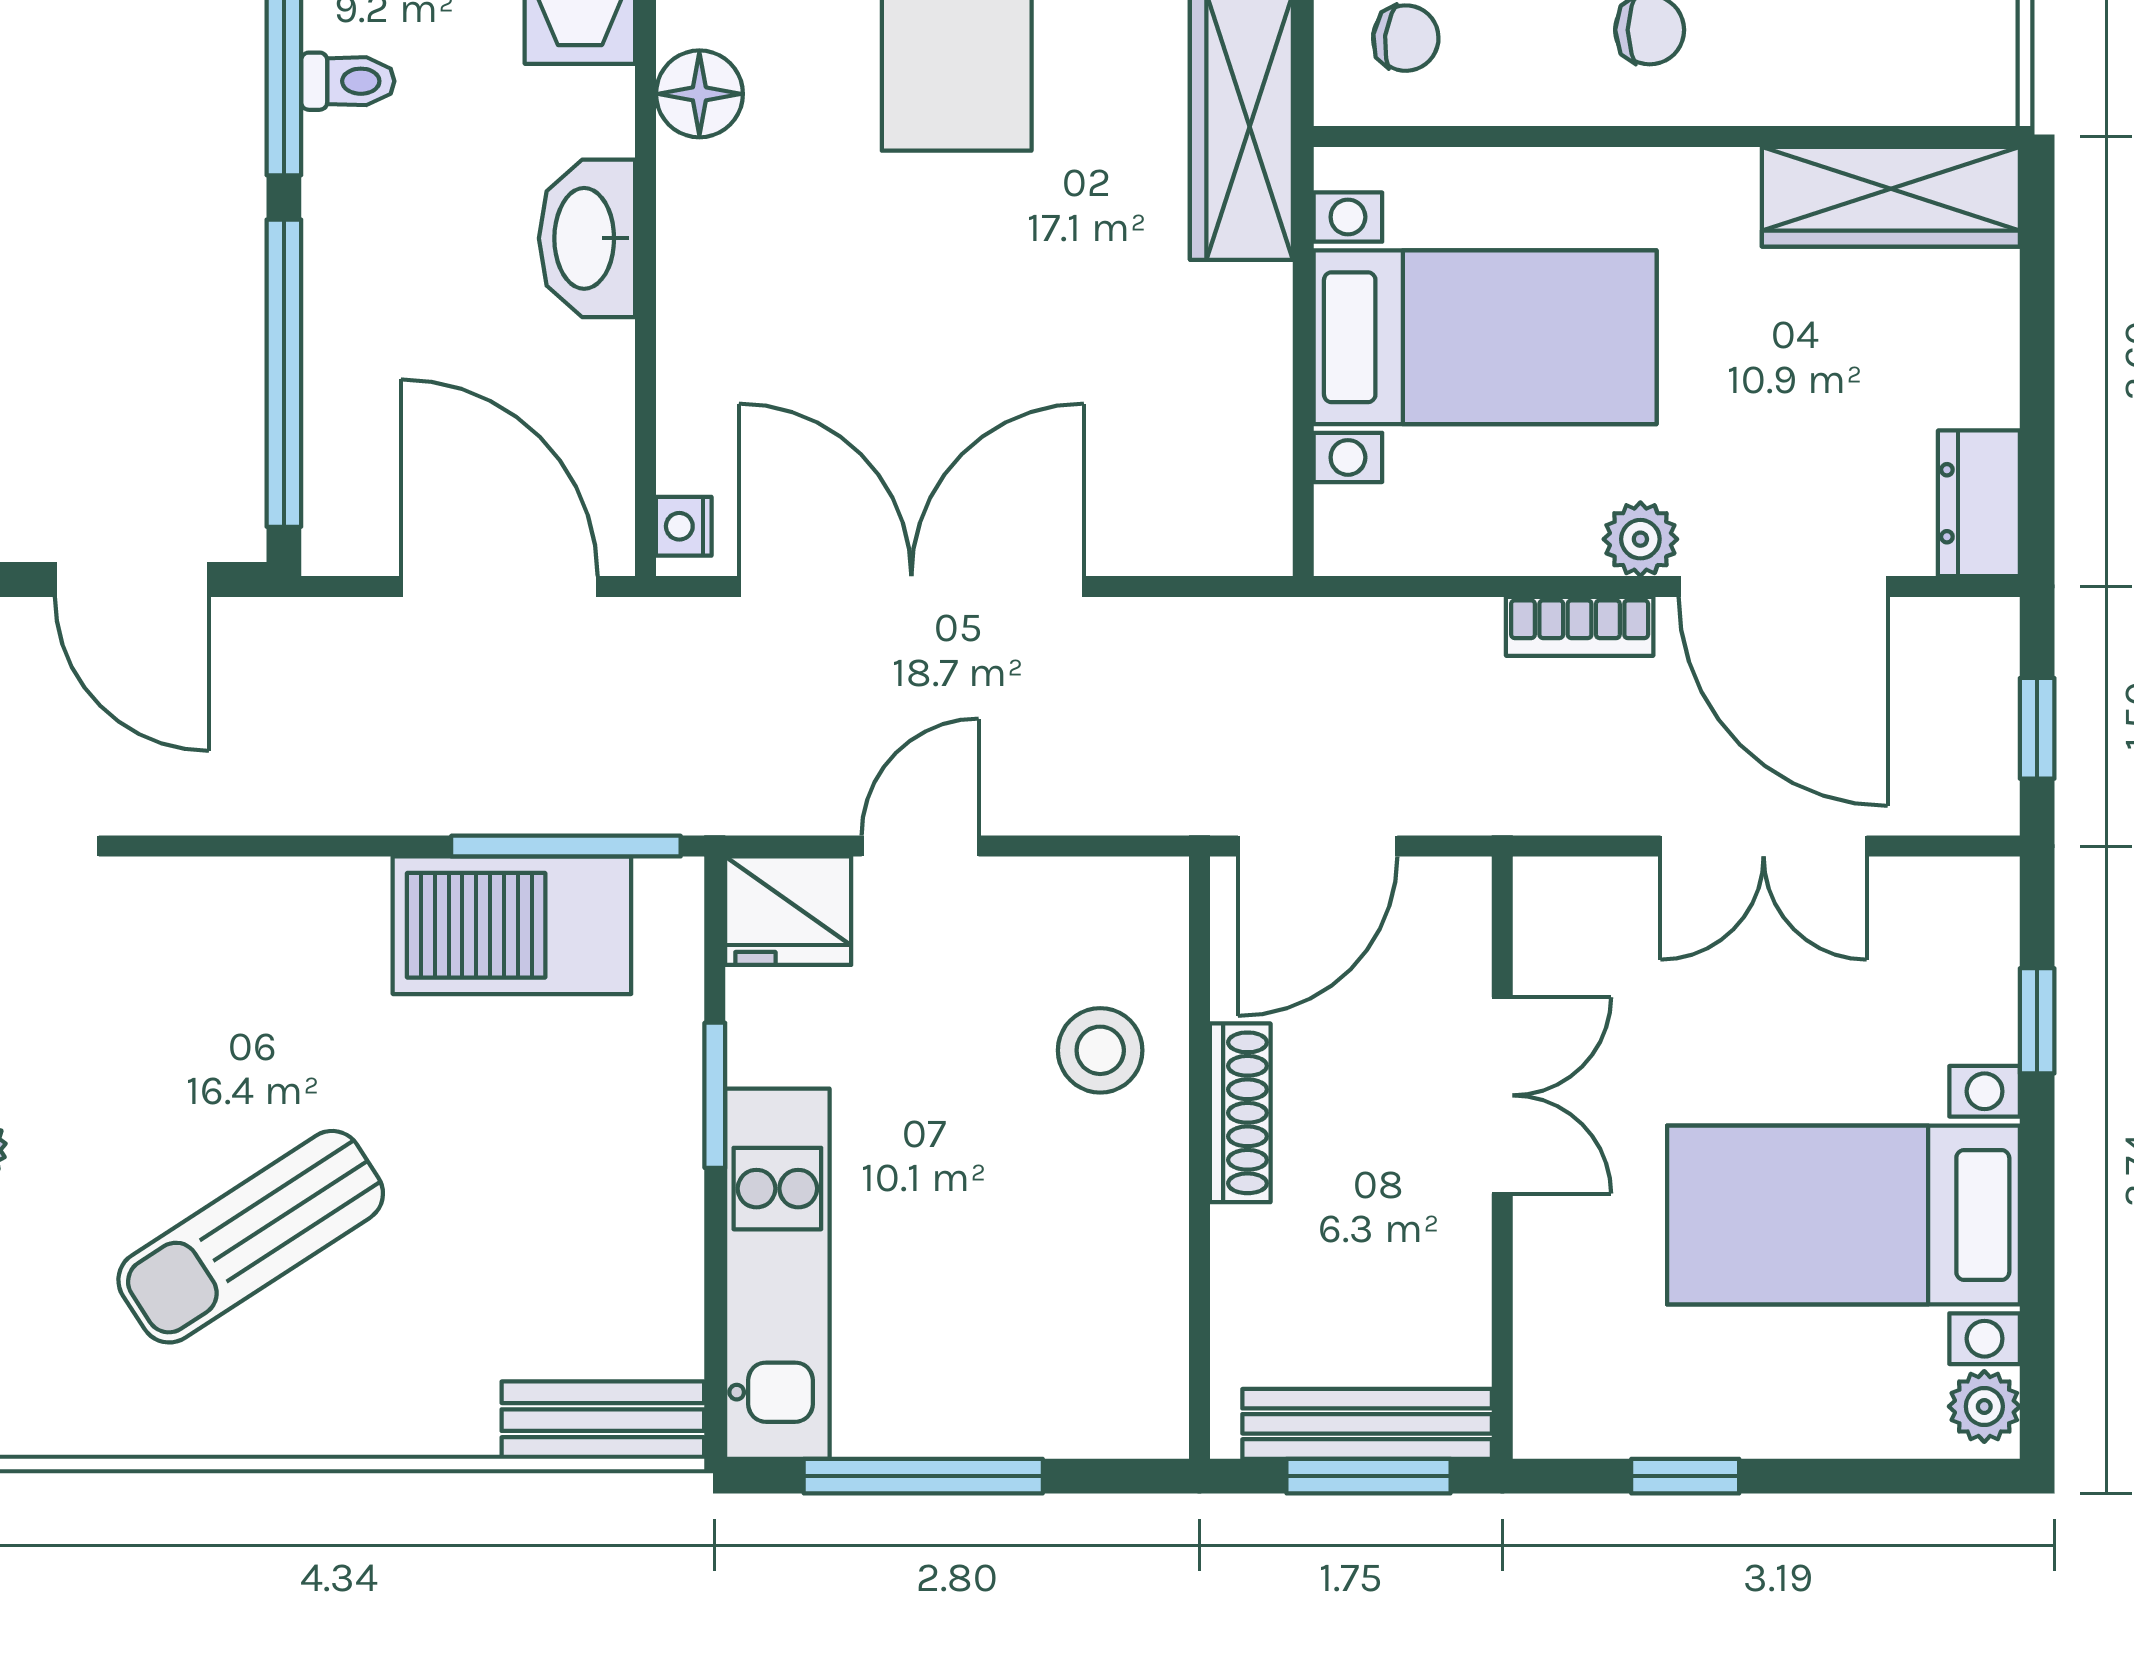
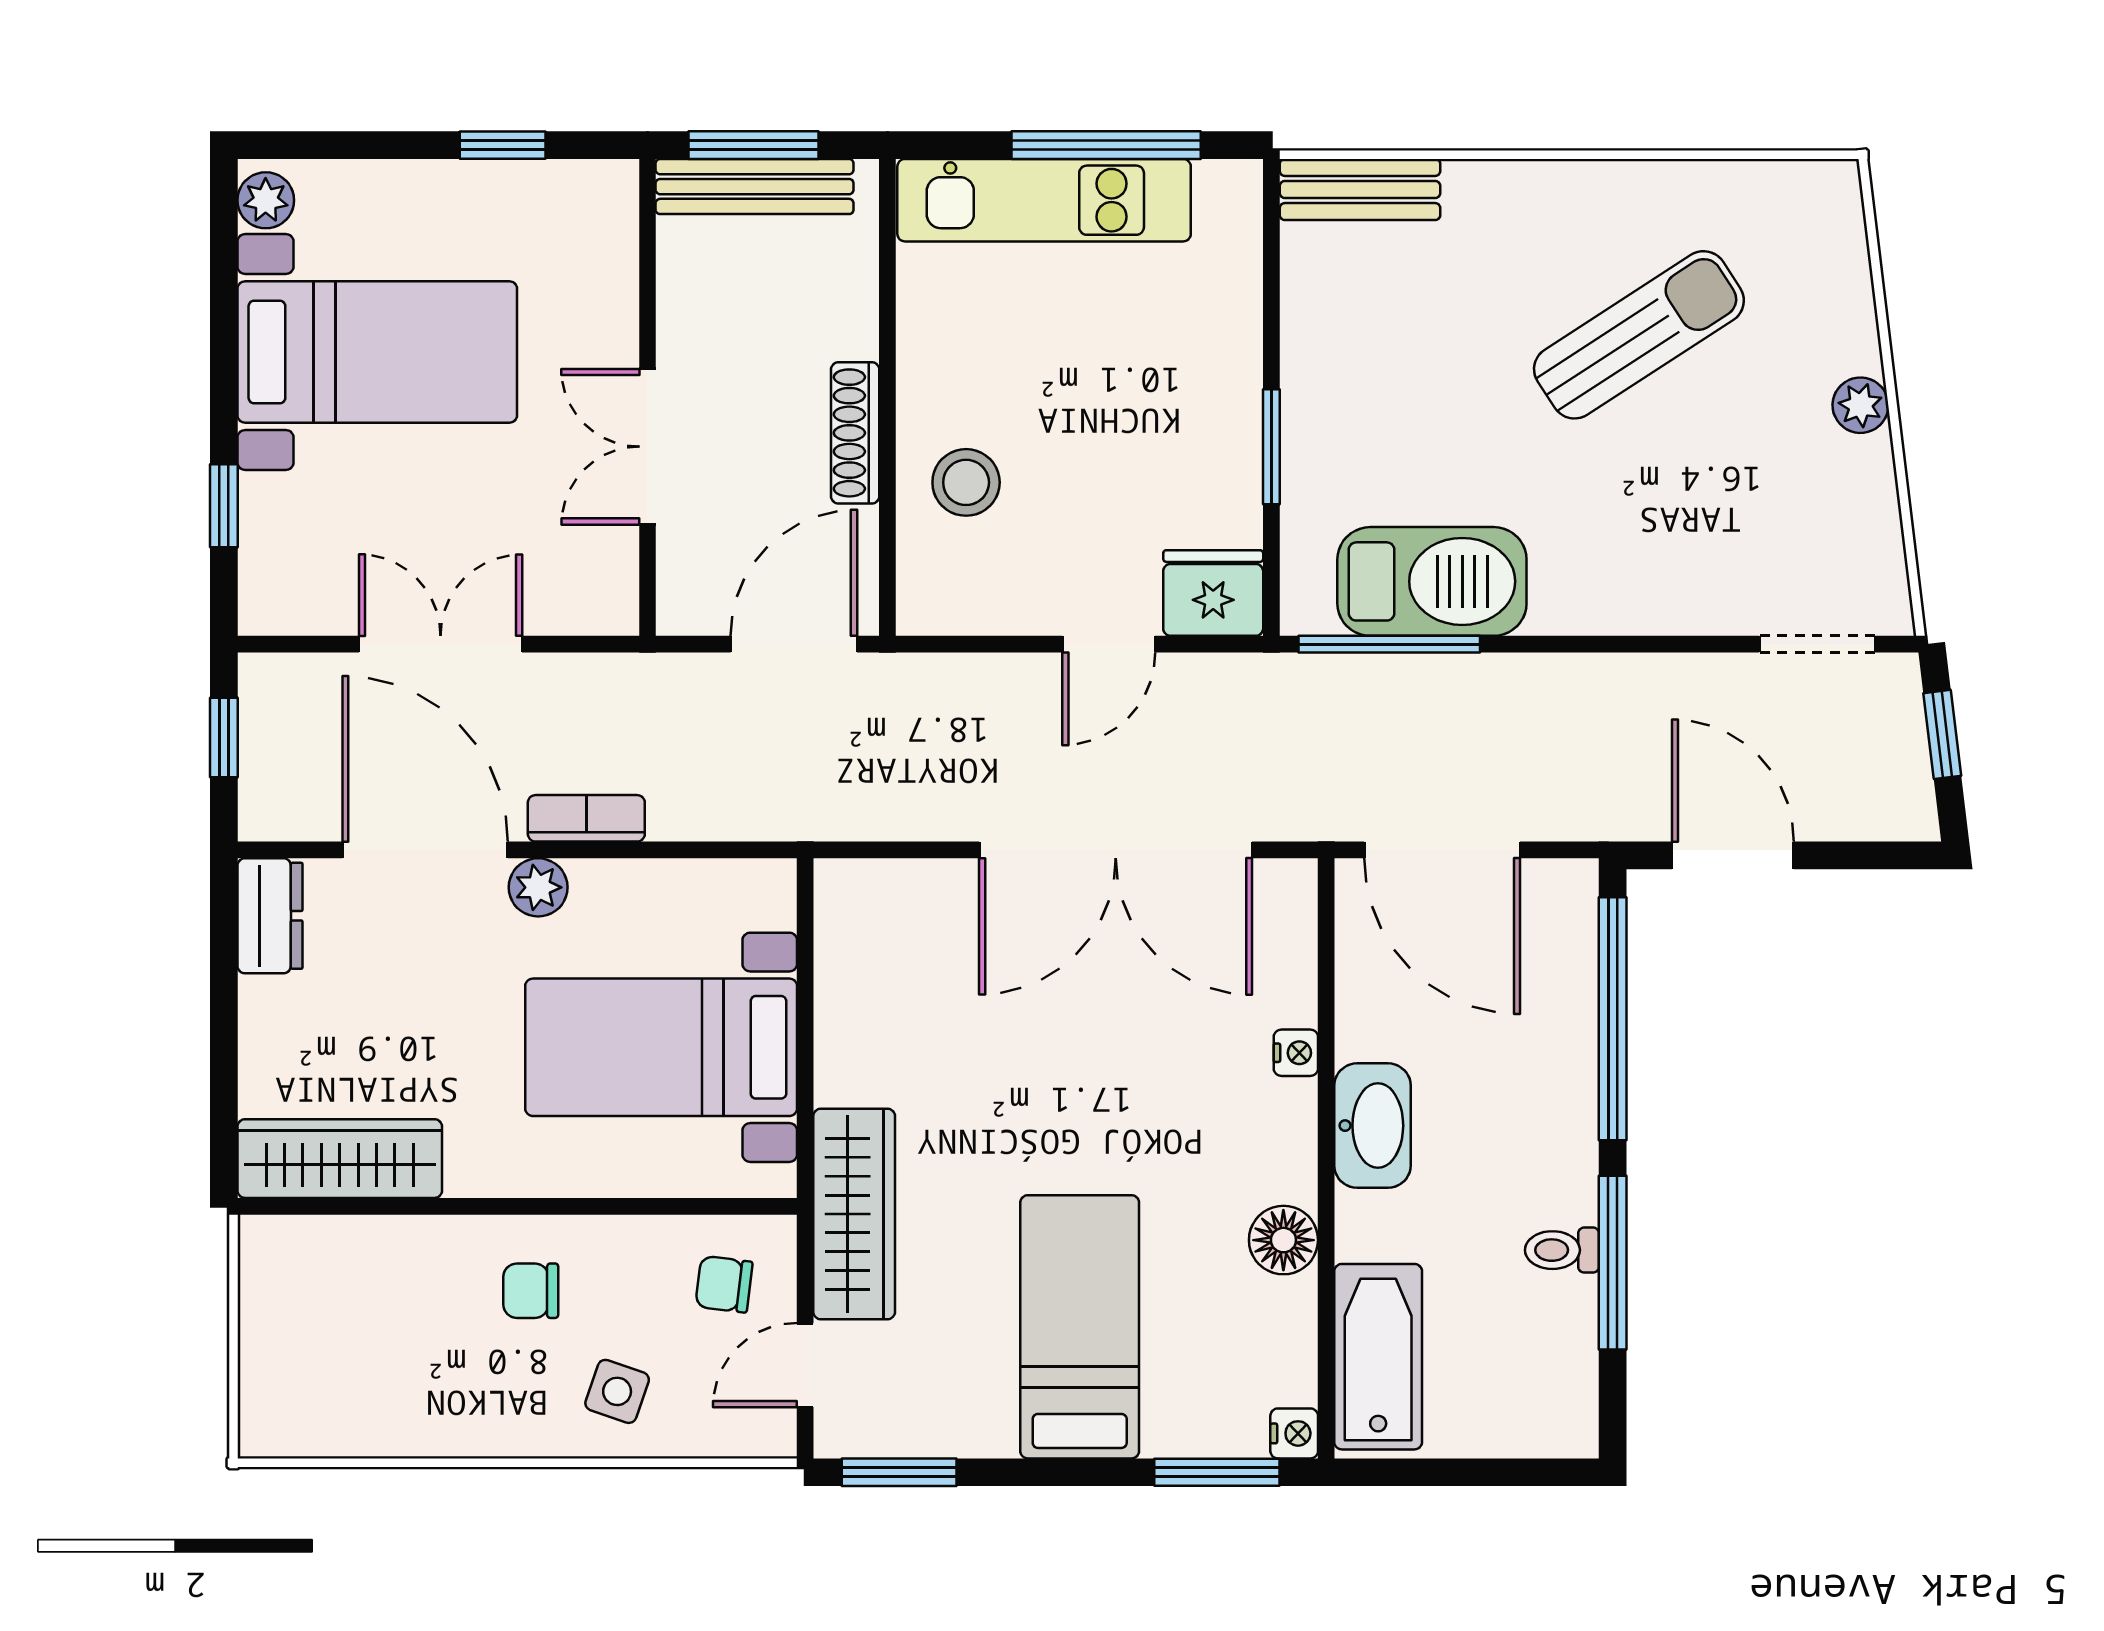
nightstand: (684, 526) -> (1296, 1053), moved
kitchen unit: (777, 1274) -> (1044, 200), moved, turned -90

